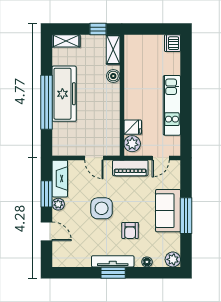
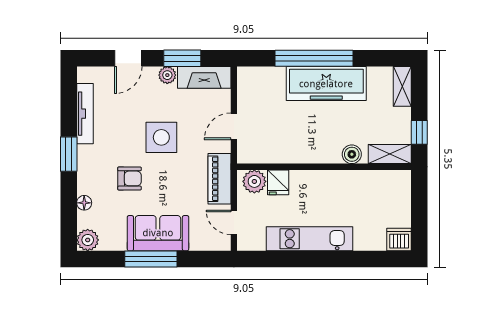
armchair: (130, 230) -> (129, 178), turned 180
tv unit: (113, 261) -> (85, 114), moved

